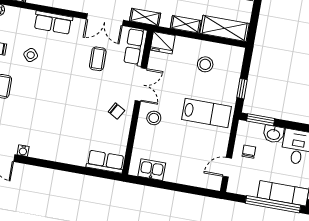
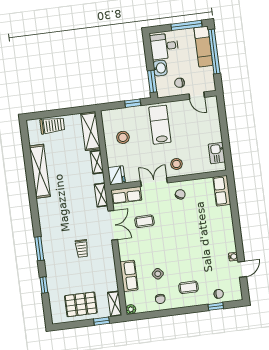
row of seats: (53, 23) -> (129, 276), moved

